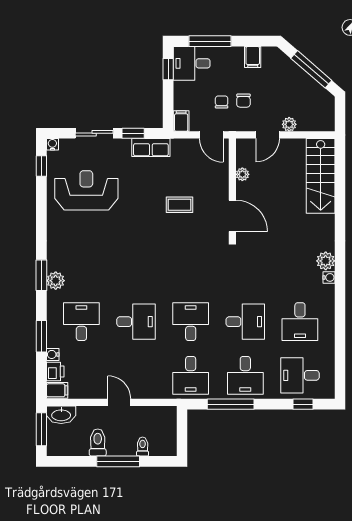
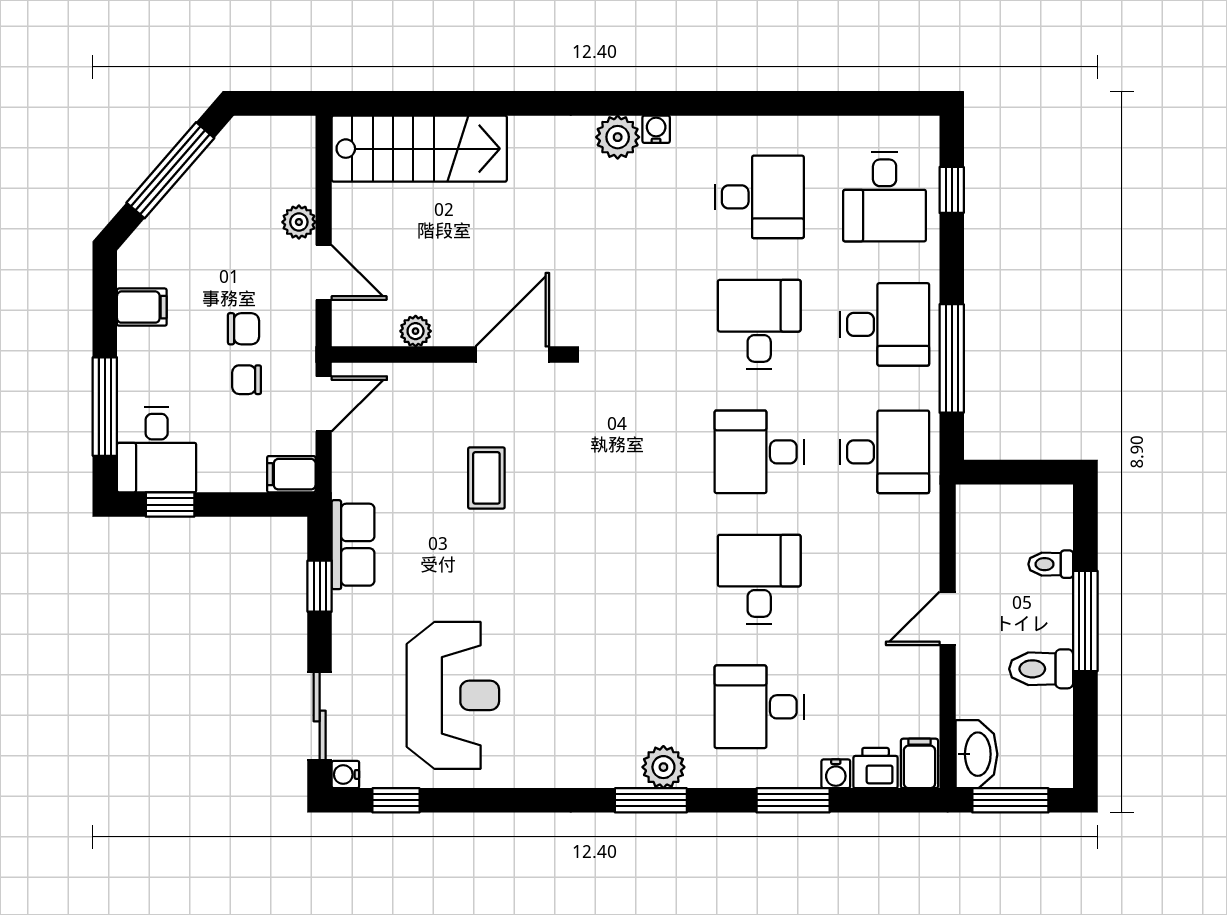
sliding door: (94, 133) -> (320, 716), moved
reception desk: (86, 190) -> (453, 695), turned 180

